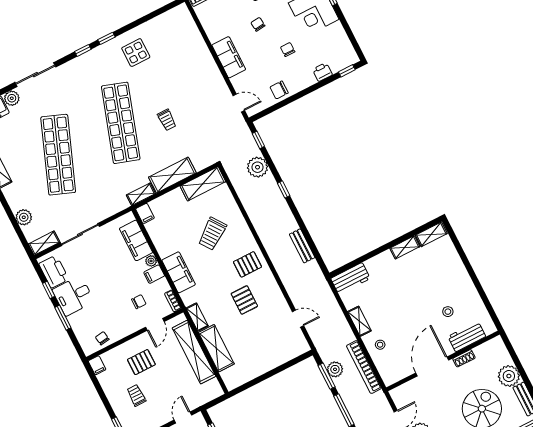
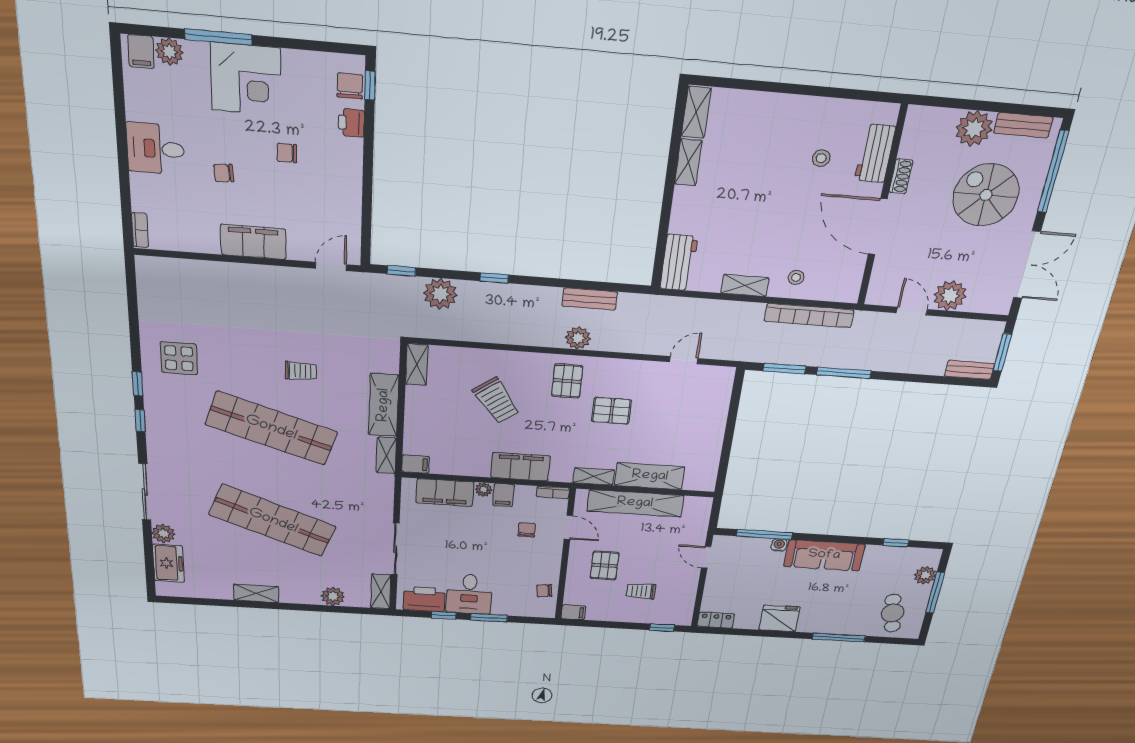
chair: (279, 90) -> (350, 86), moved, turned 180
shelving: (203, 184) -> (417, 365), width x0.67, depth x0.75
plant: (335, 369) -> (578, 338), moved

